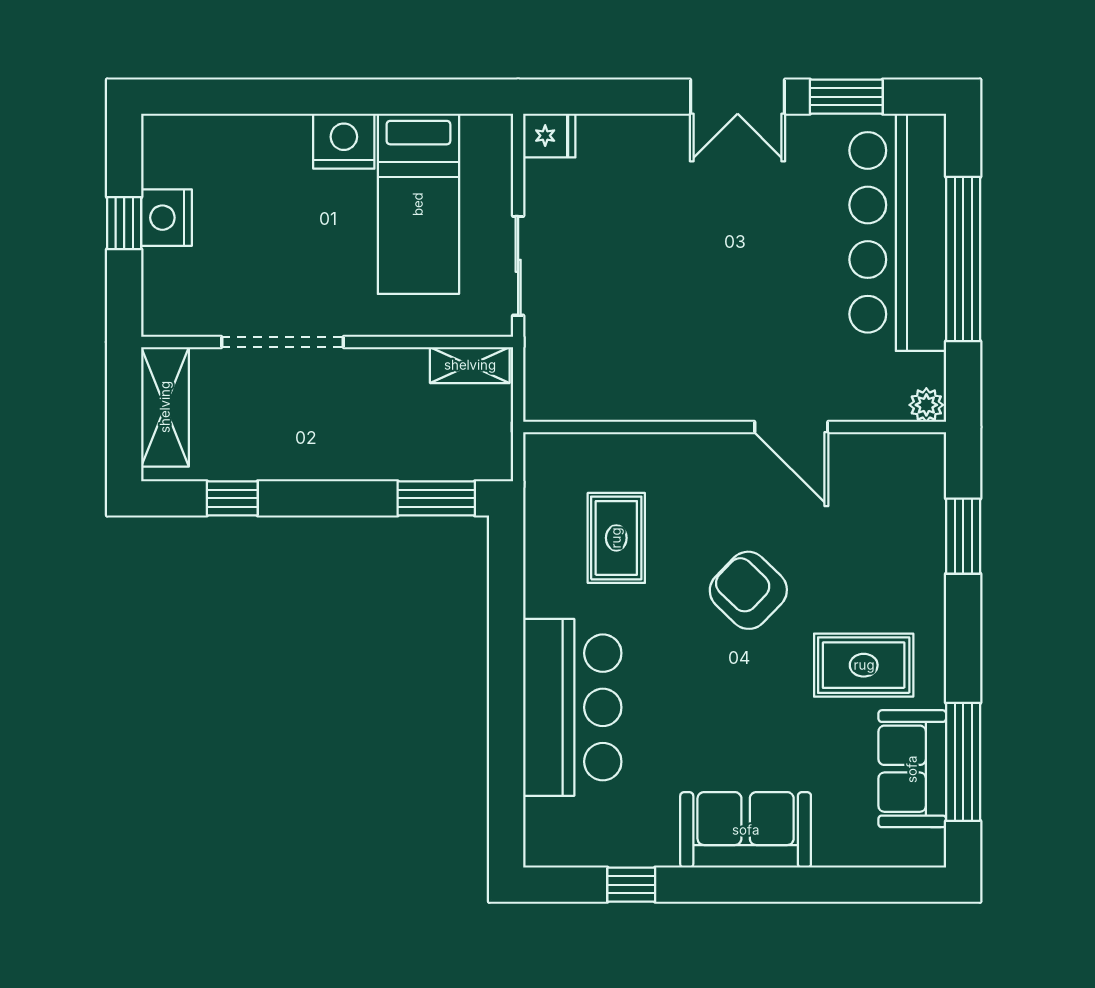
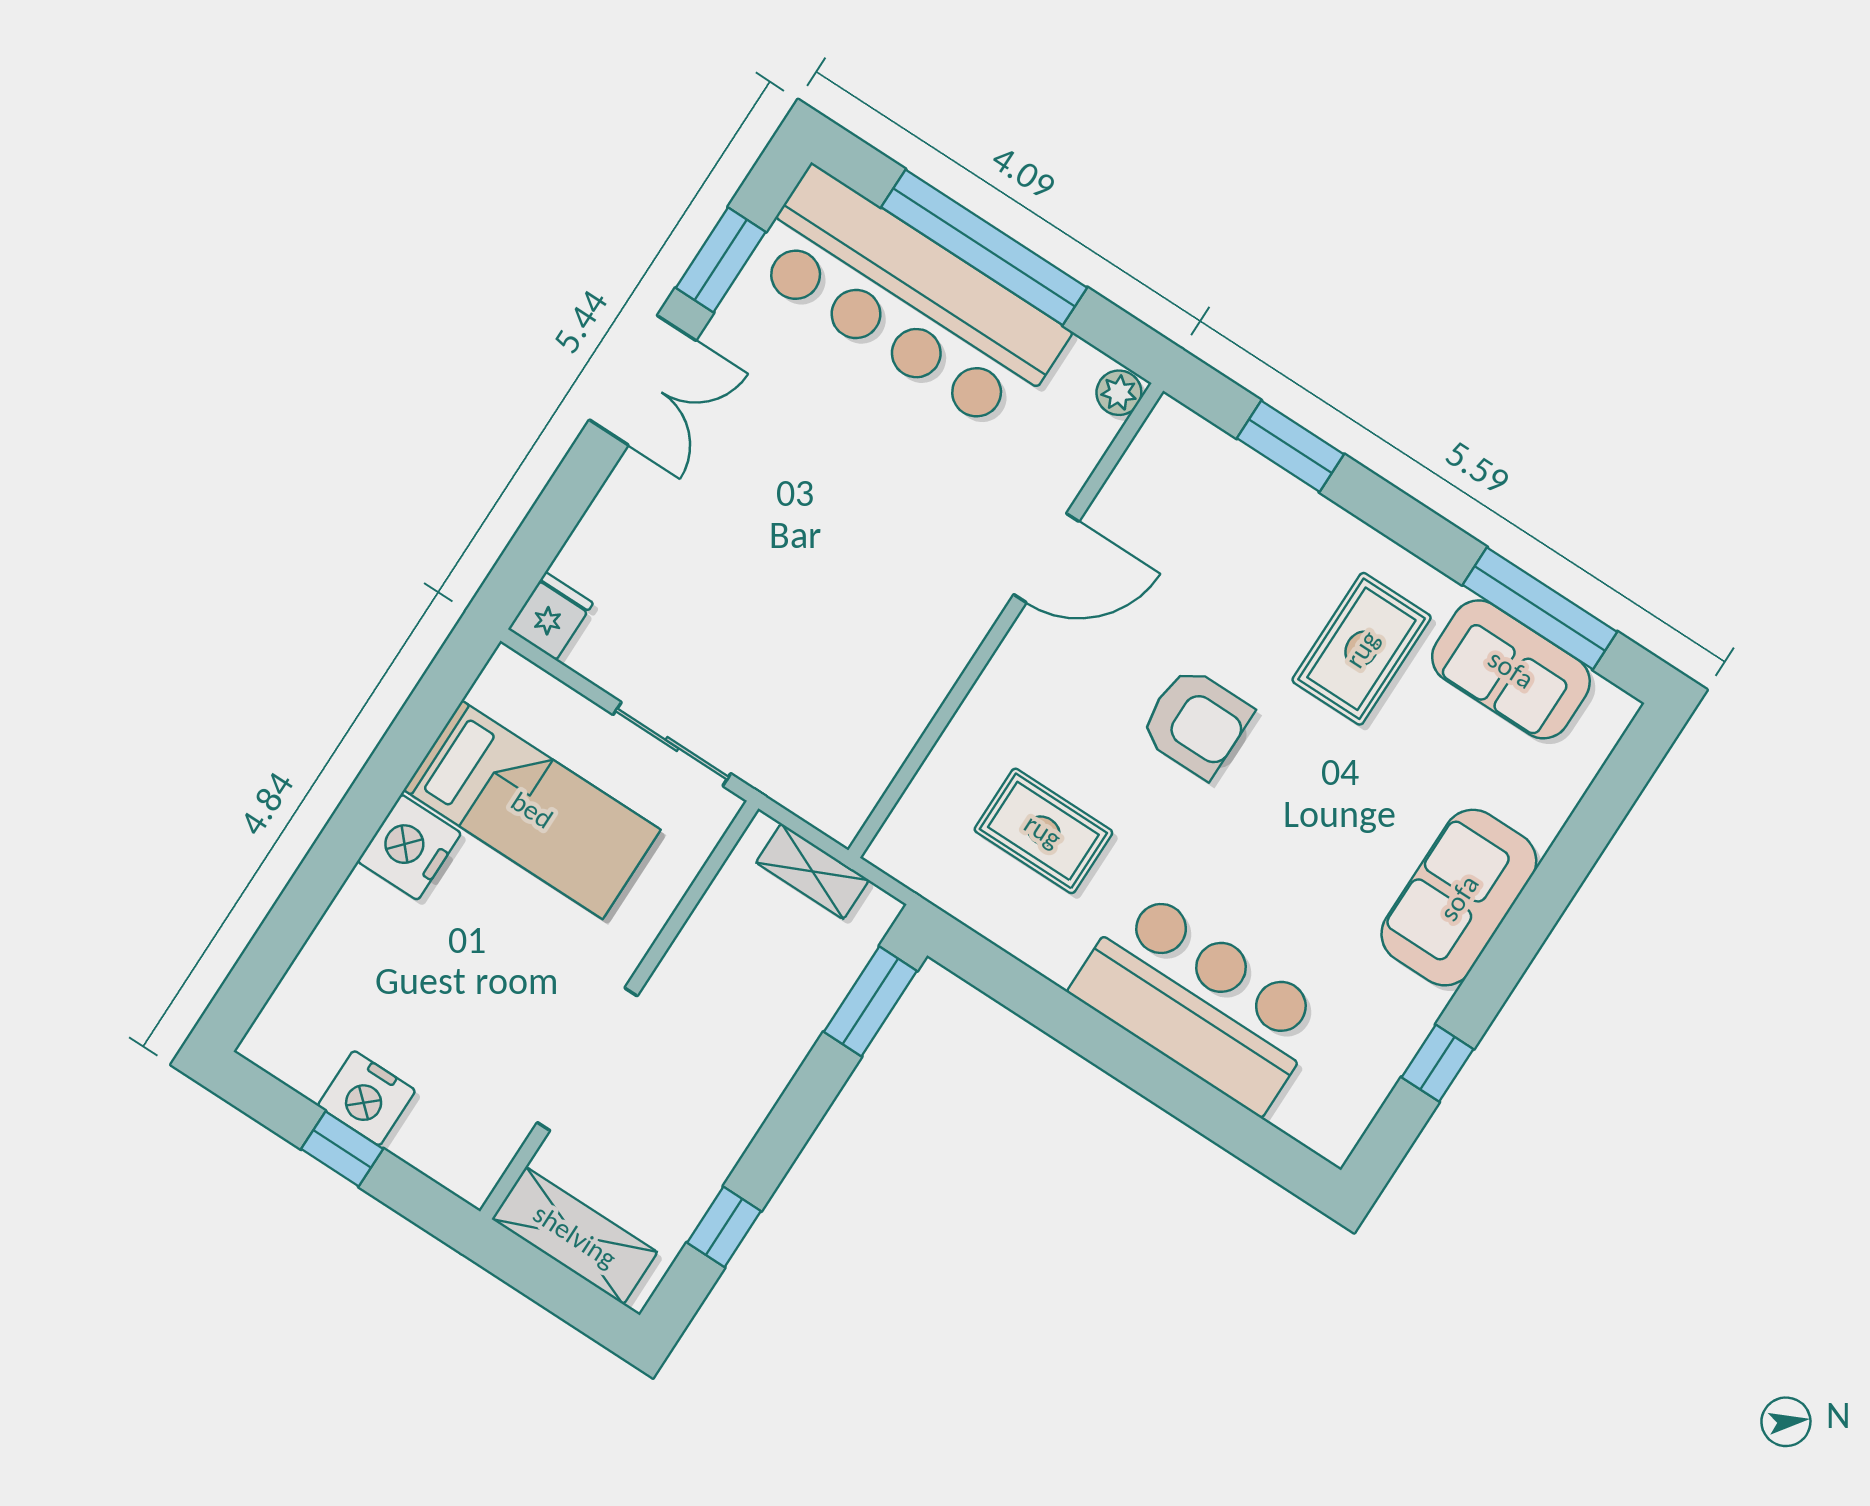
shelving: (470, 365) -> (812, 871), moved, turned 90
armchair: (748, 590) -> (1196, 723), turned -134

